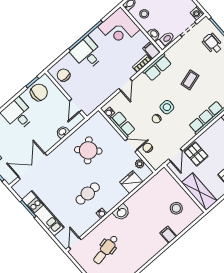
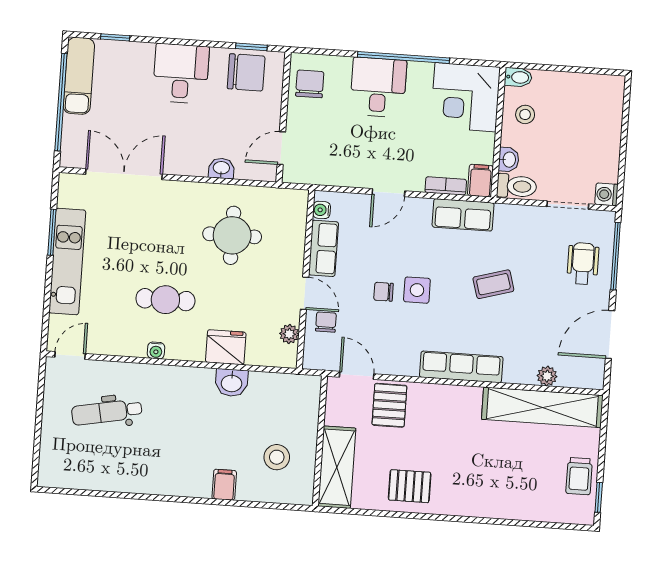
round table: (88, 150) -> (232, 235), turned 45
door: (175, 155) -> (357, 375), swing flipped
fridge: (131, 182) -> (226, 347), moved
washbasin: (121, 212) -> (232, 383), moved

